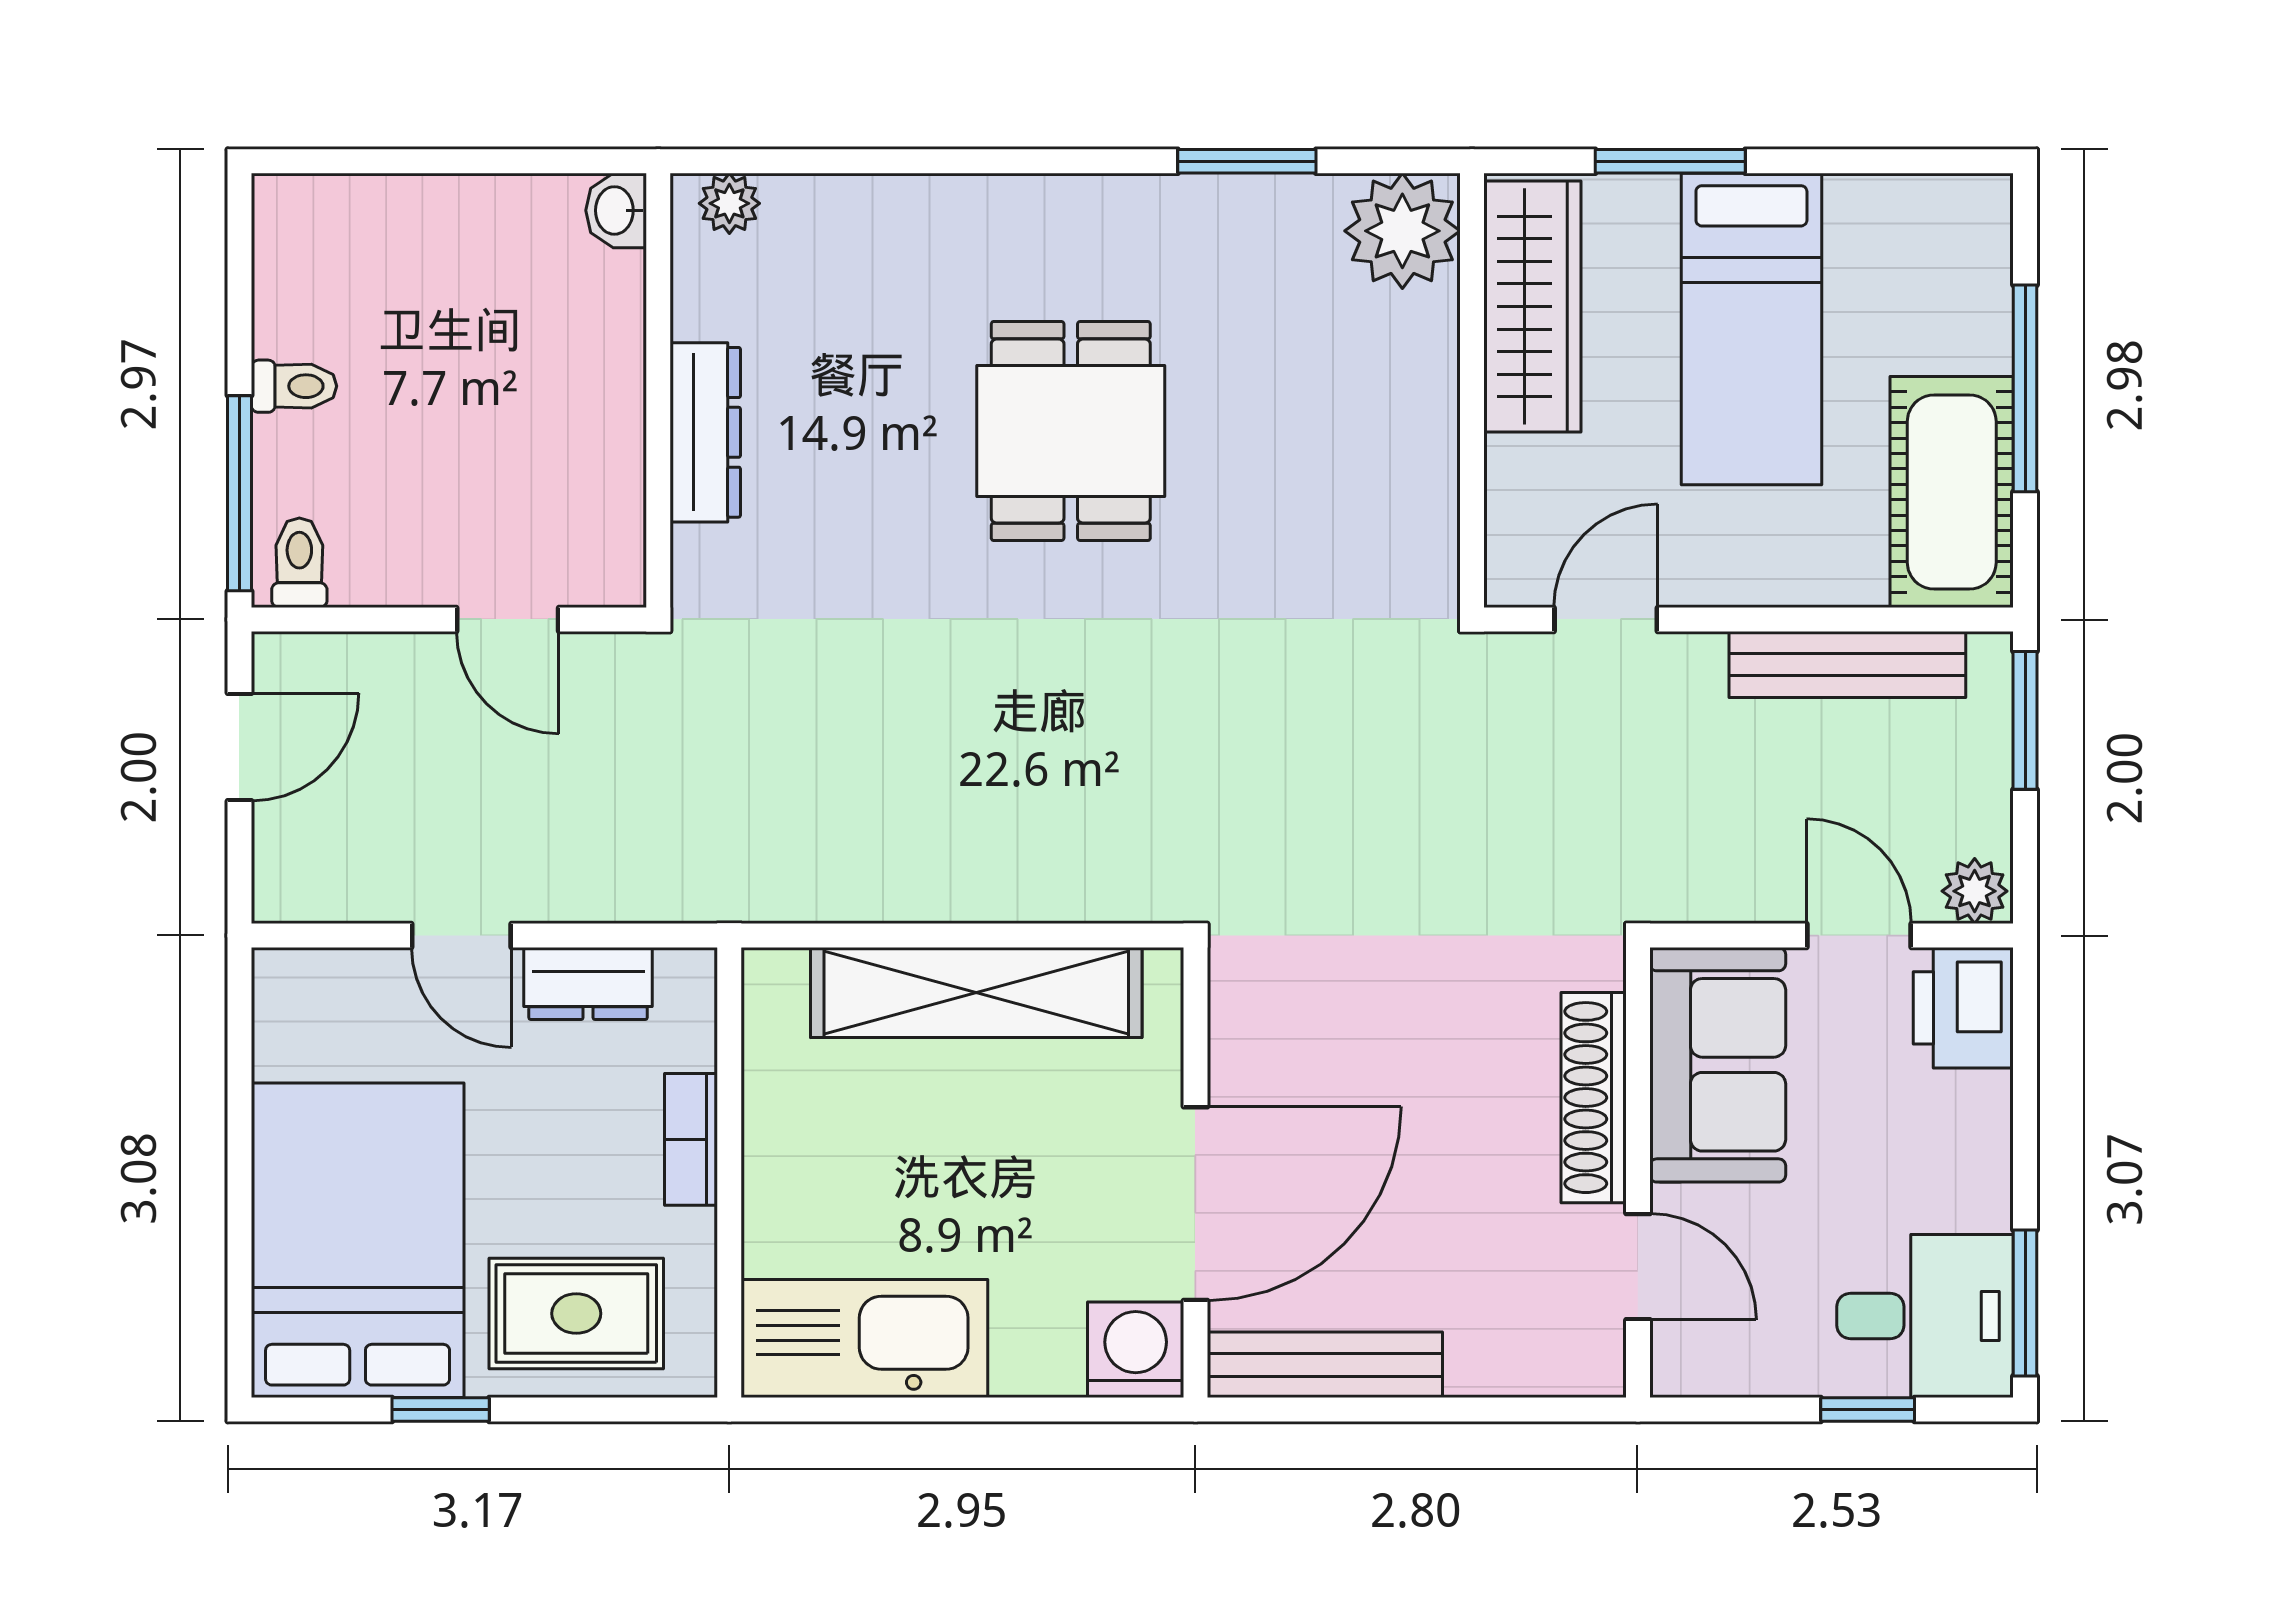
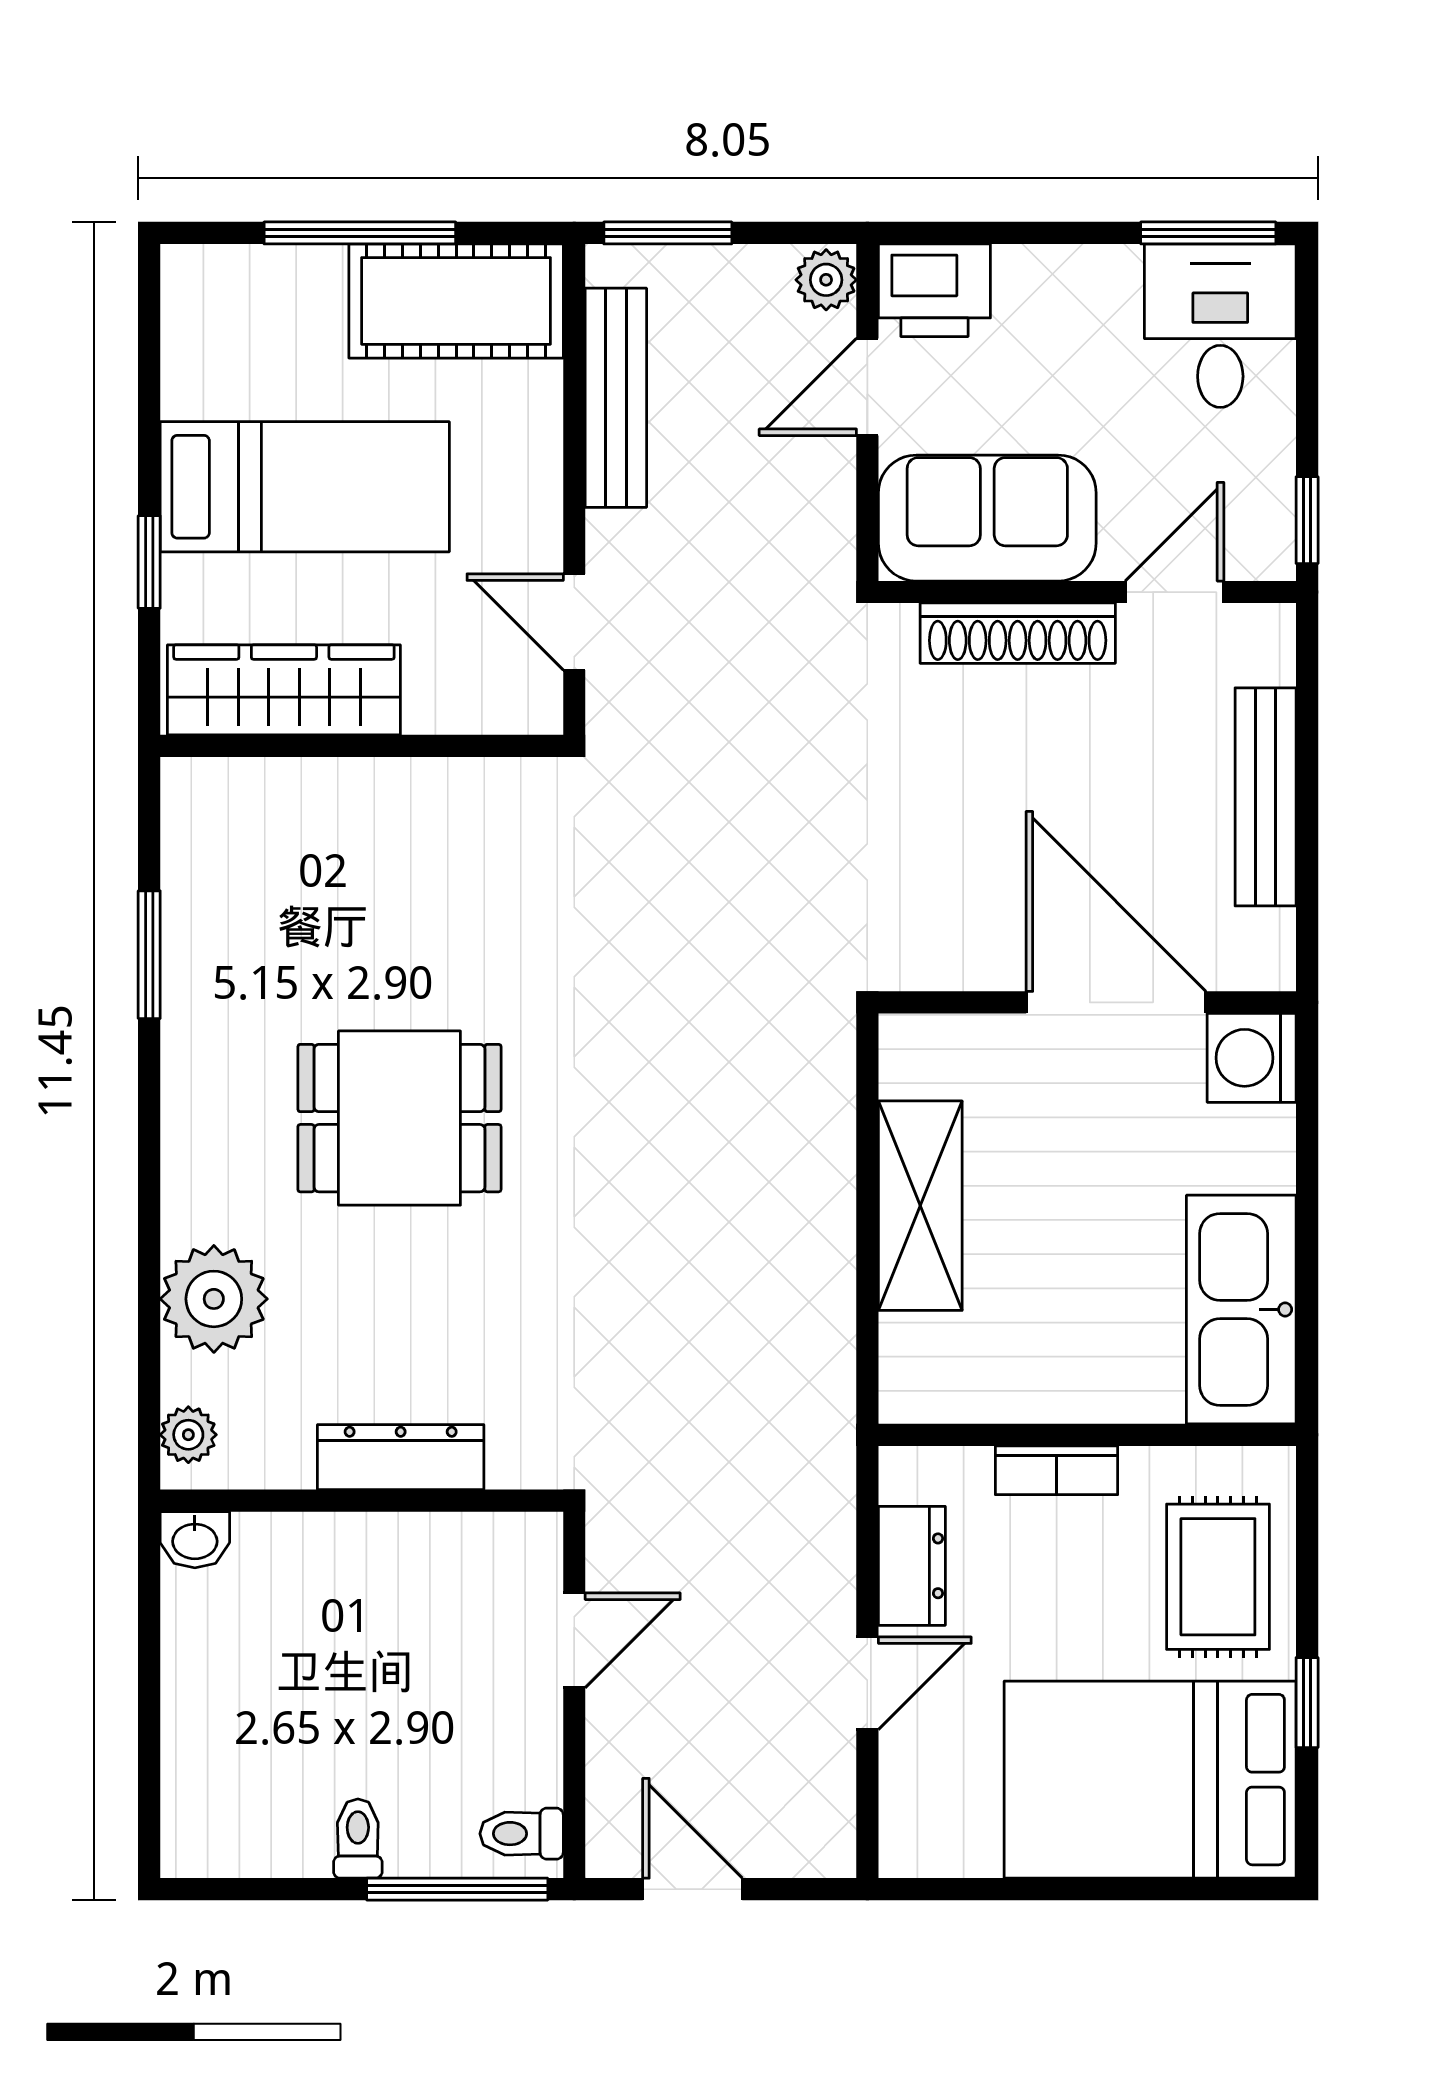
window: (1670, 161) -> (149, 562), width x0.67
plant: (1402, 231) -> (214, 1299), moved
shelving: (976, 993) -> (920, 1206), width x0.68
bench: (1325, 1365) -> (1266, 797), moved
window: (1868, 1410) -> (1307, 520), moved

